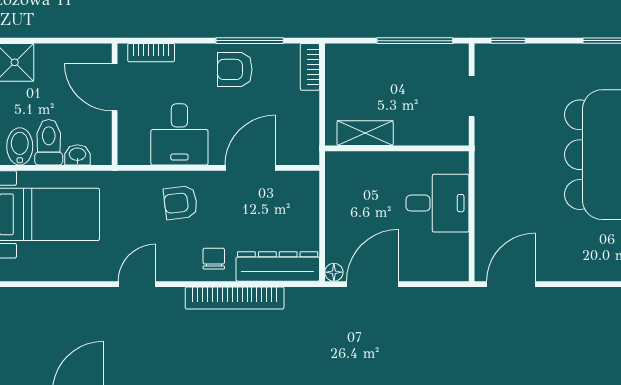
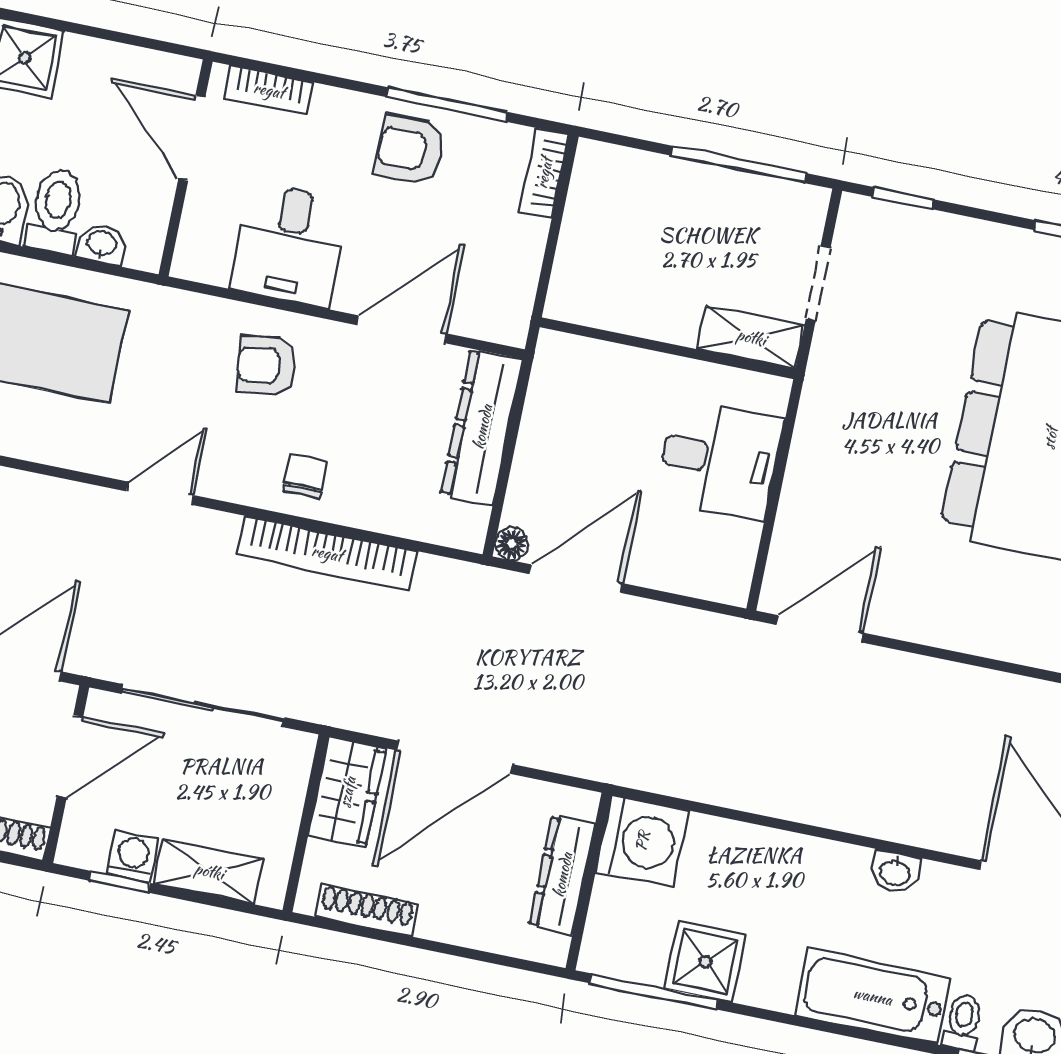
shelving: (365, 133) -> (751, 337), moved
dresser: (278, 266) -> (482, 427), moved, turned -90

